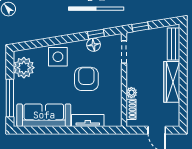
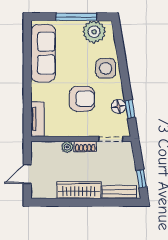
window: (140, 27) -> (141, 179), moved
window: (10, 98) -> (76, 17), moved
shoe rack: (131, 109) -> (85, 146), moved
tv unit: (88, 120) -> (37, 119), moved

